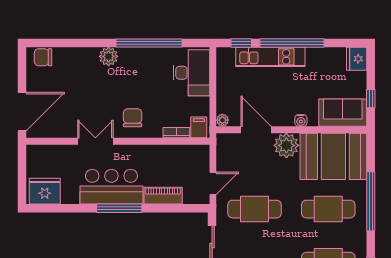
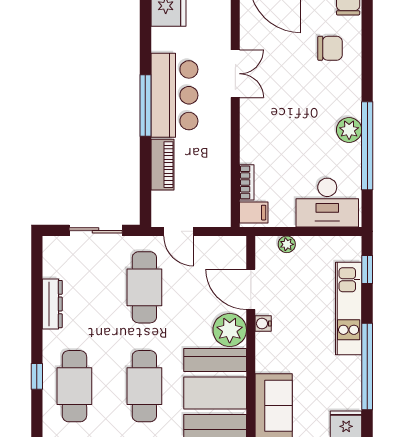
window: (292, 43) -> (367, 367), moved
plant: (109, 56) -> (349, 130), moved
chair: (133, 118) -> (330, 48), moved
plant: (222, 120) -> (287, 244), moved
water cooler: (301, 120) -> (263, 324), moved
door: (256, 130) -> (251, 289), swing flipped

